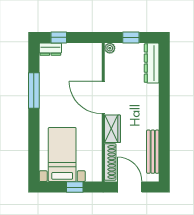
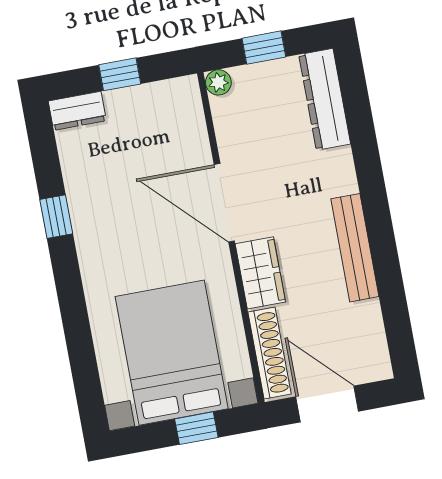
window: (59, 37) -> (120, 74), moved
window: (34, 91) -> (56, 217), width x0.46
bench: (153, 152) -> (355, 248), moved
bed with nightstands: (62, 154) -> (172, 353), width x1.36

